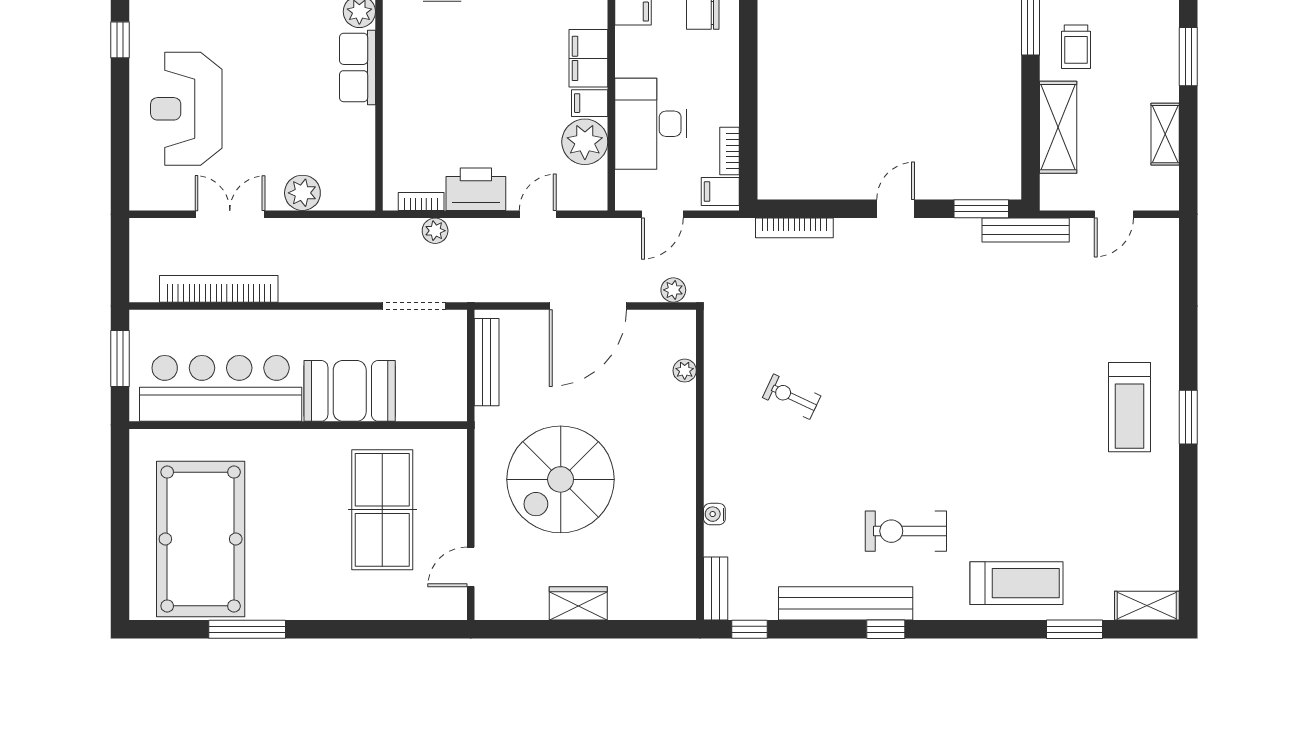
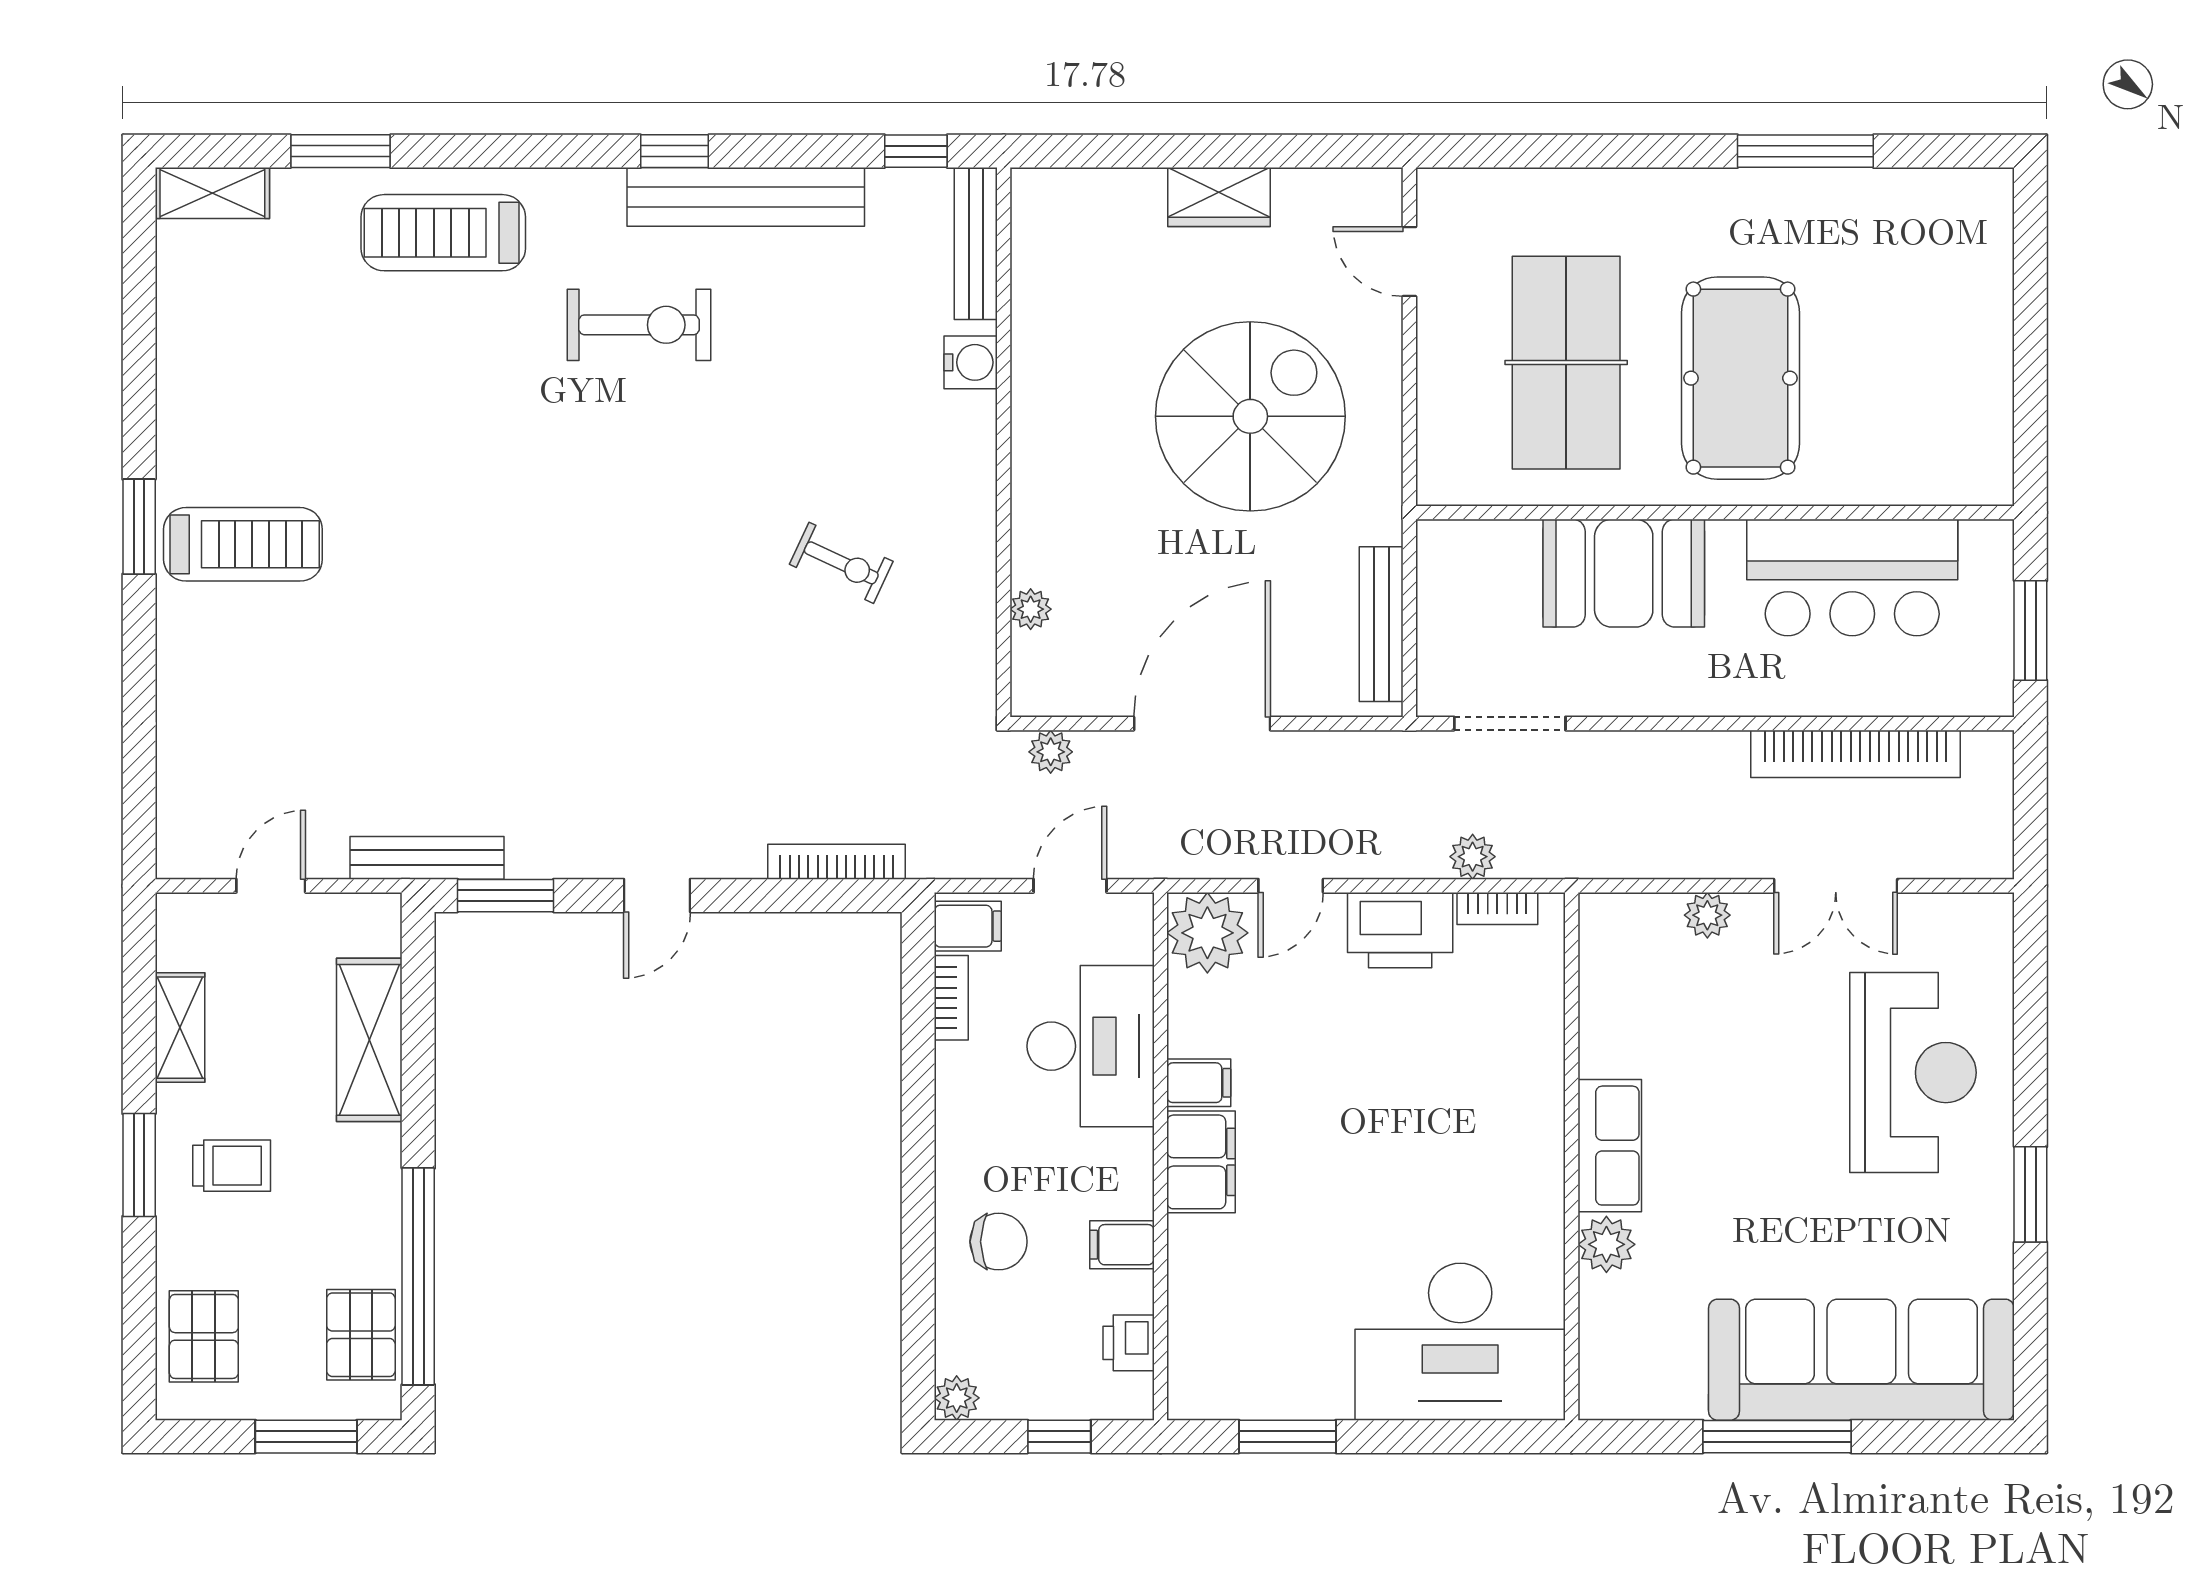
window: (120, 40) -> (2030, 1194), width x1.50
trolley: (1076, 47) -> (232, 1166), moved, turned 90
plant: (585, 142) -> (1207, 933), moved
plant: (302, 193) -> (1707, 915), width x0.73, depth x0.73
bar counter: (221, 388) -> (1852, 578), width x0.73
treadmill: (1130, 407) -> (243, 544), turned 90
water cooler: (714, 514) -> (971, 362), width x1.38, depth x1.38
pool table: (201, 539) -> (1740, 378), moved, width x0.73, depth x0.76
door: (471, 567) -> (1409, 262), swing flipped
bench: (716, 589) -> (976, 244), width x1.36

